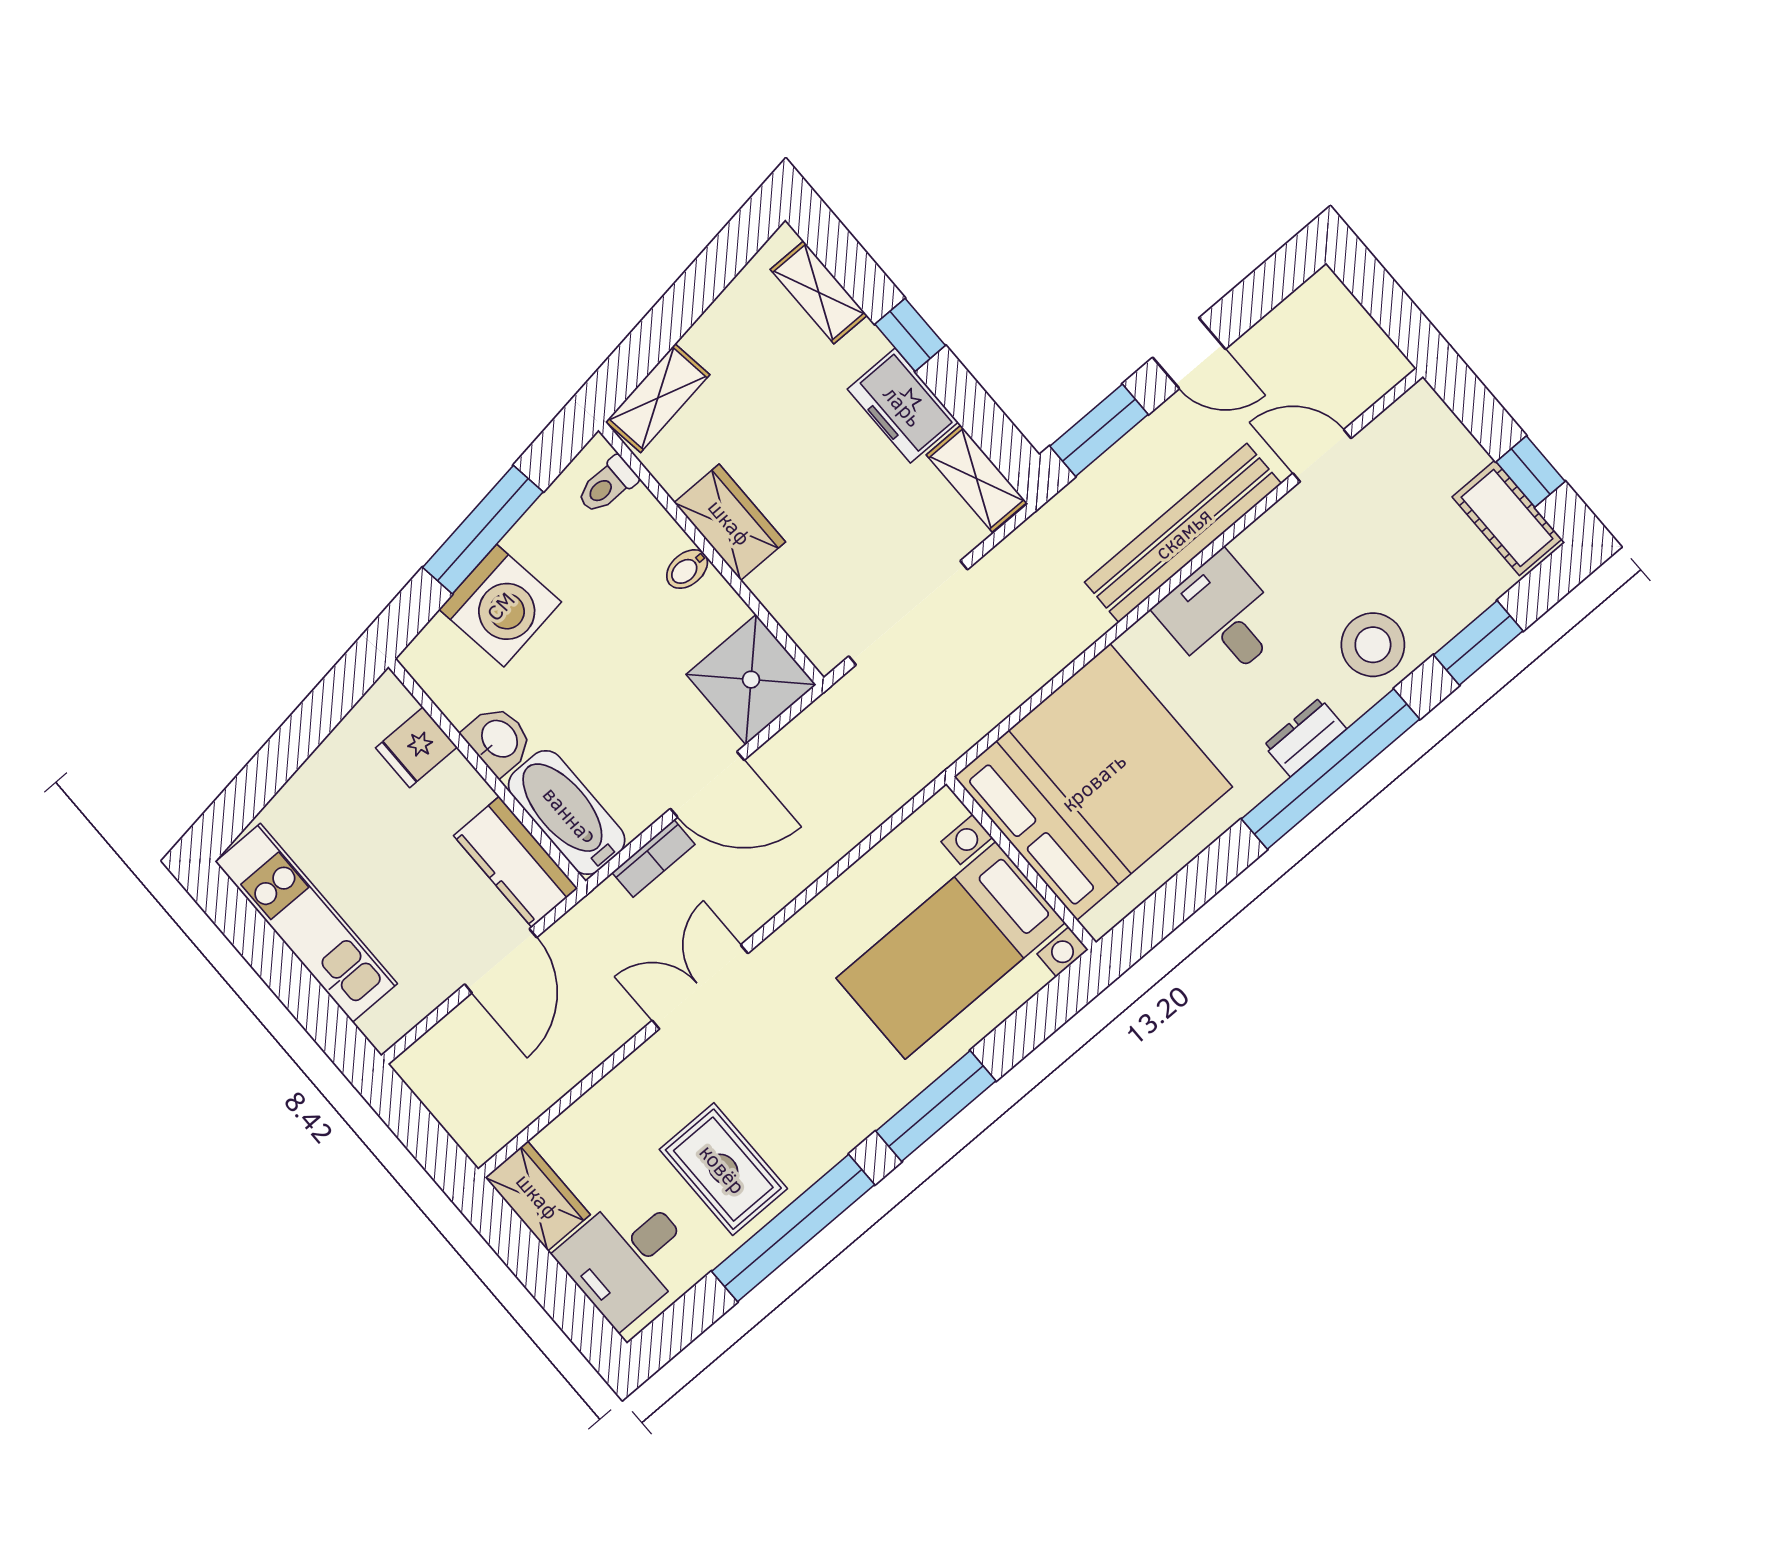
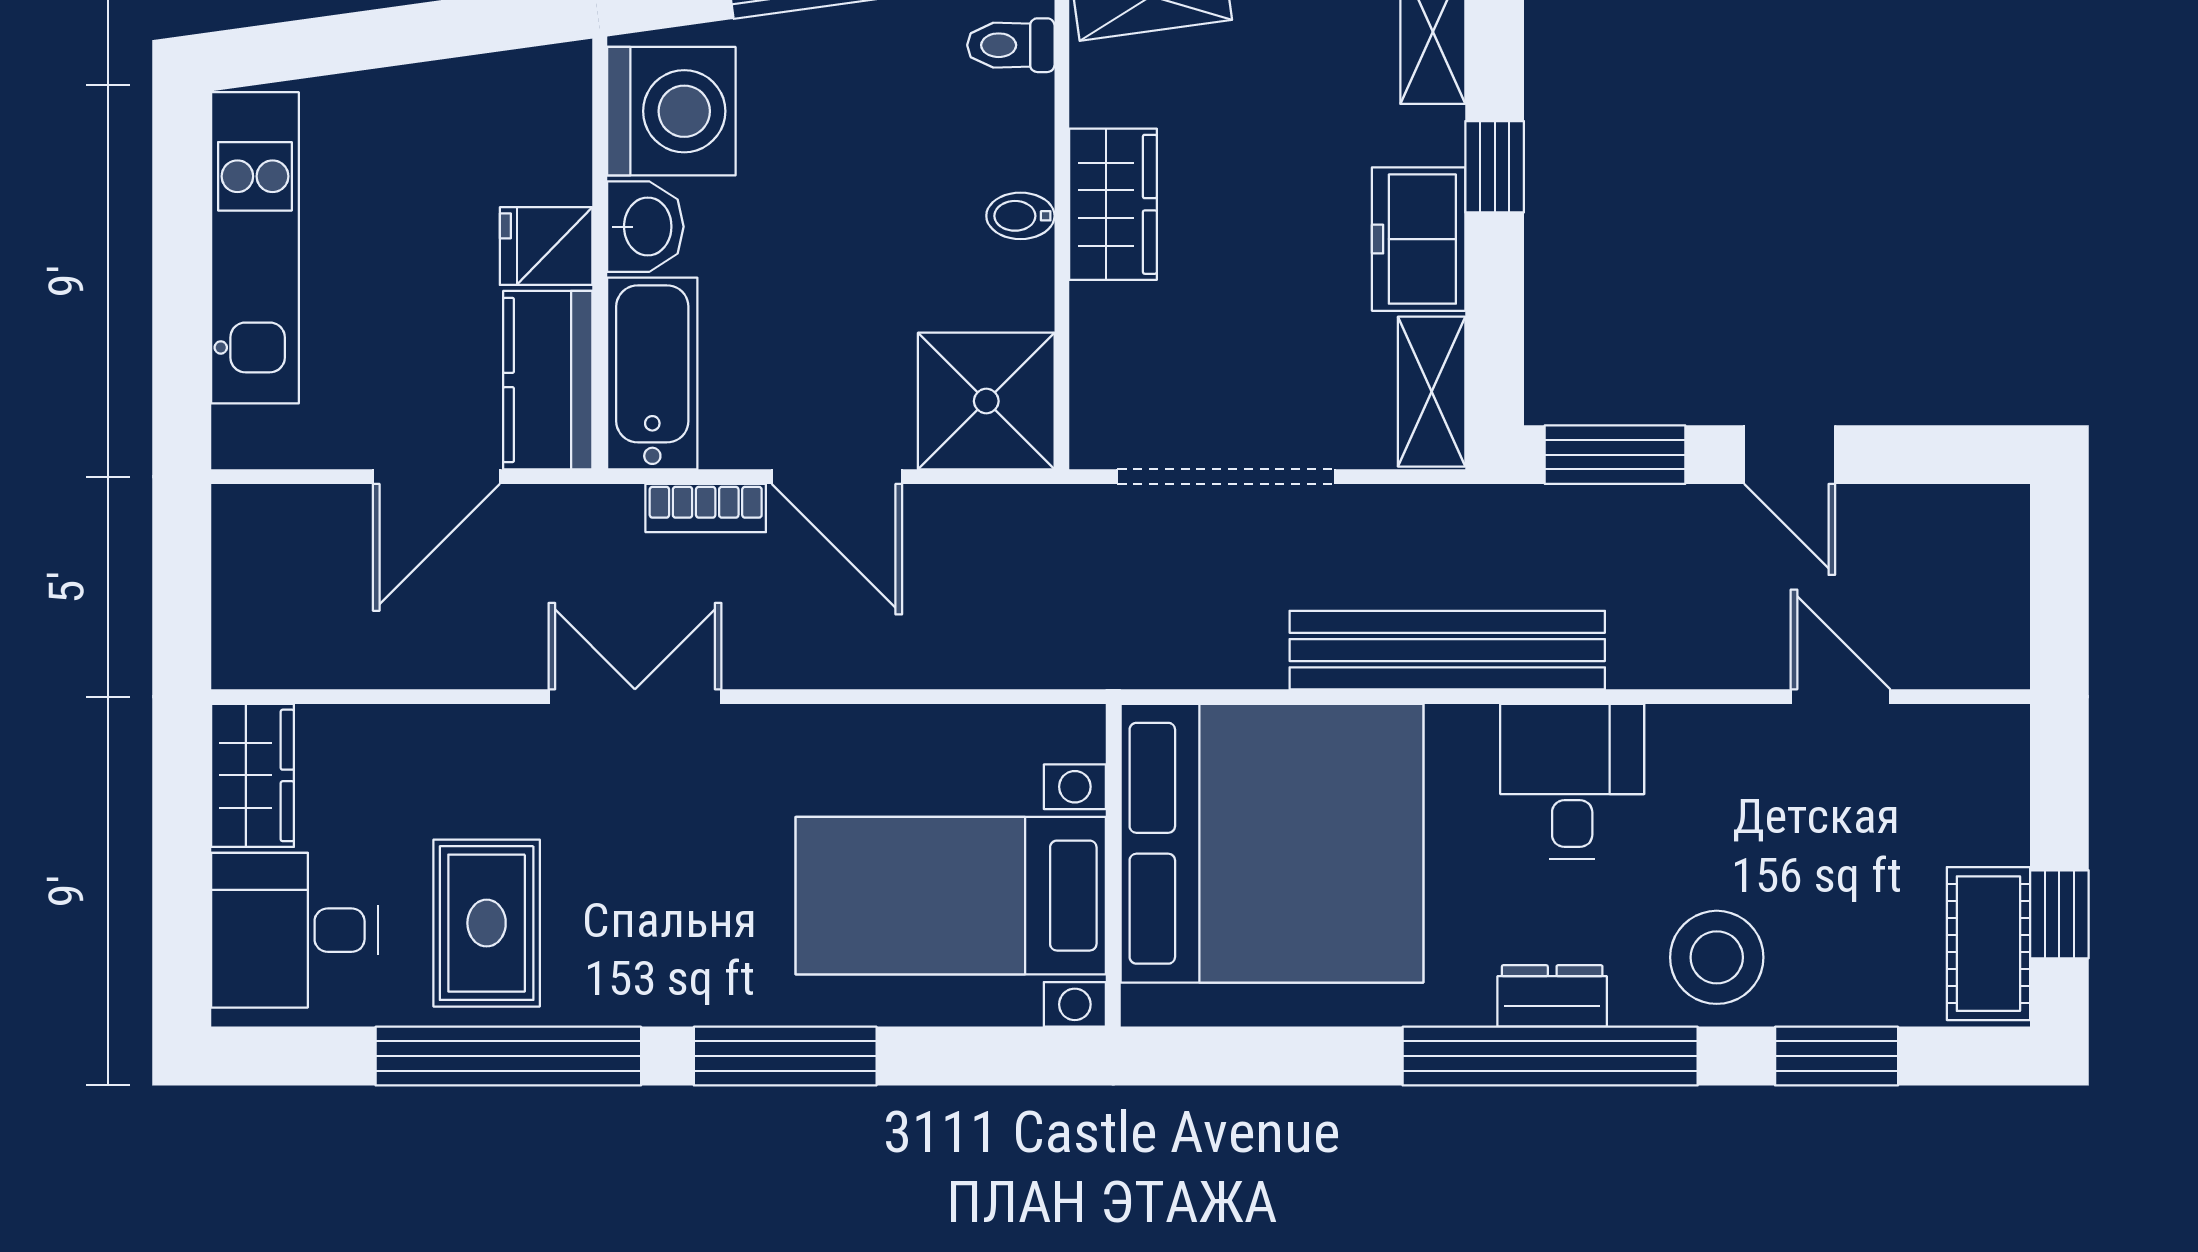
bench: (1183, 533) -> (1447, 650), moved
washing machine: (500, 606) -> (671, 111), moved, turned -82
fridge: (416, 747) -> (546, 246), moved

